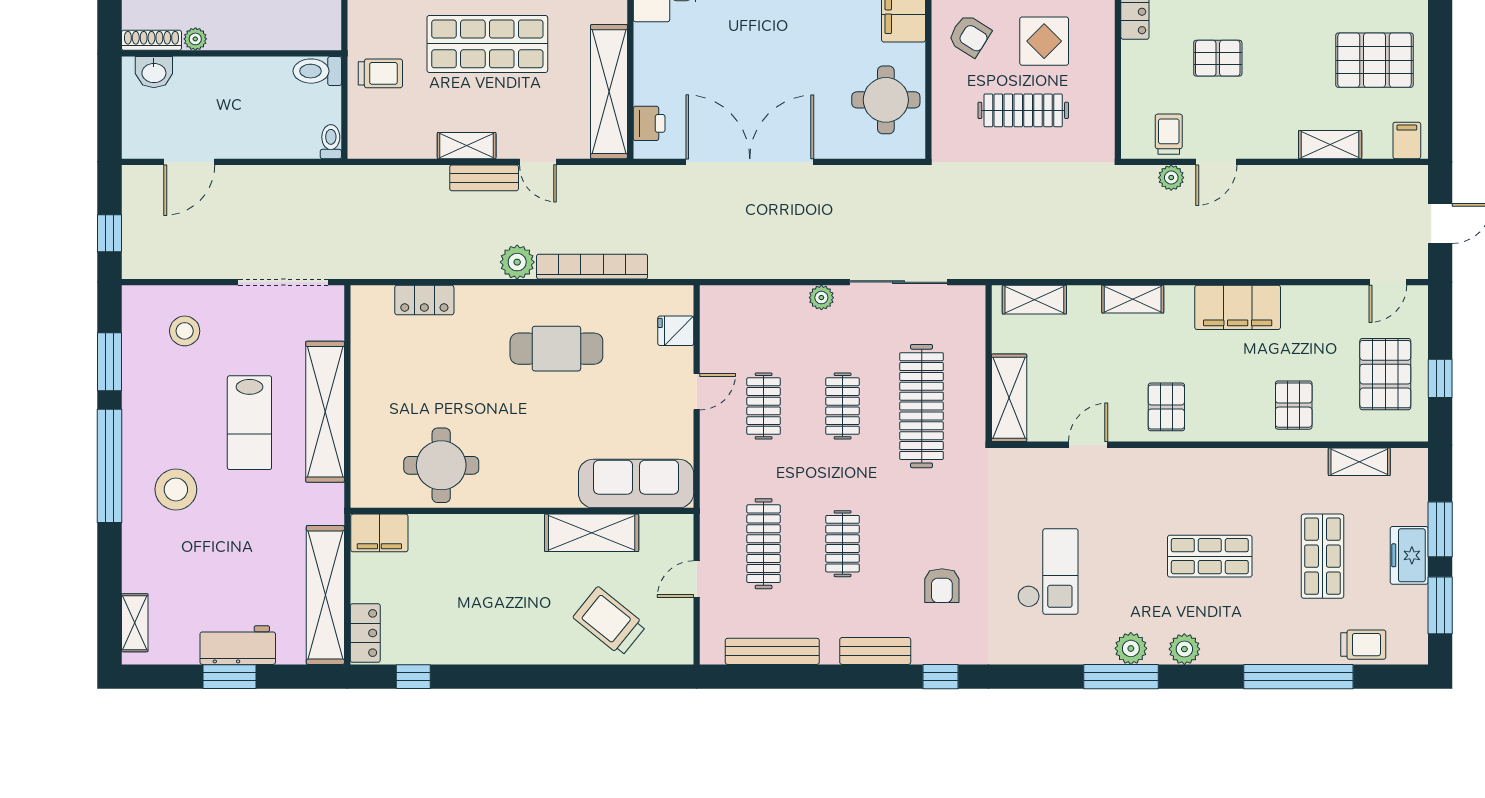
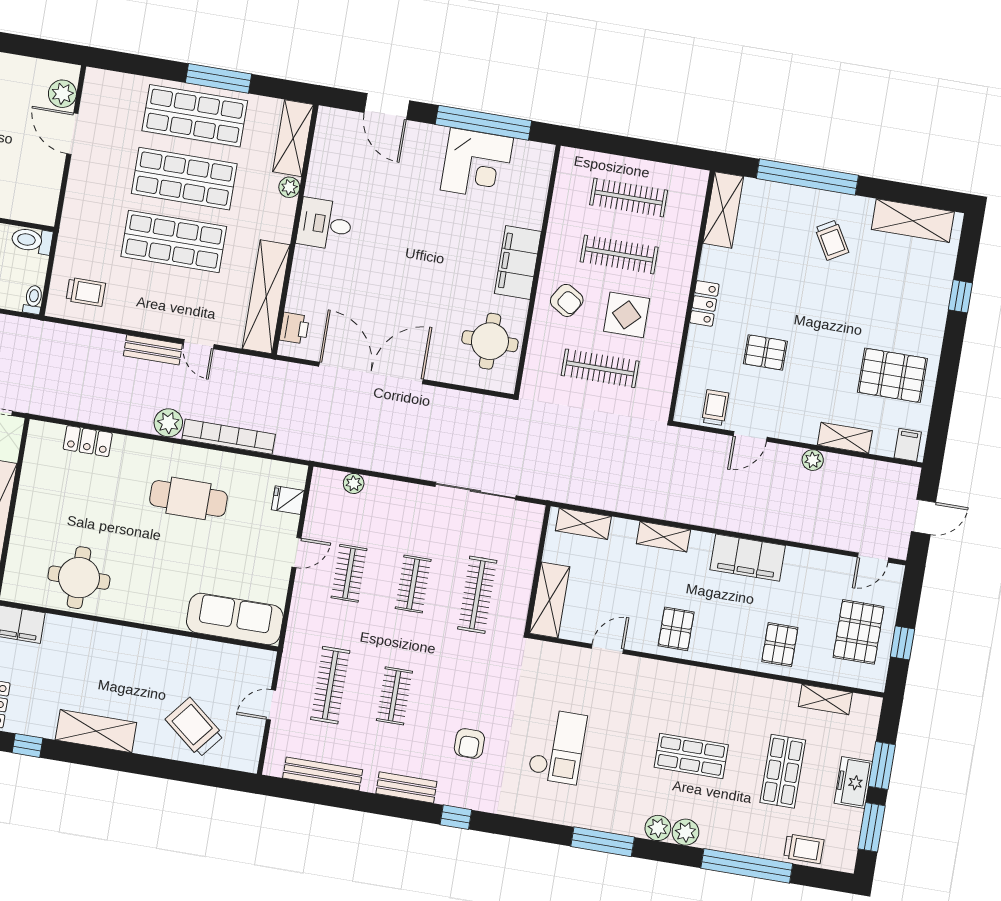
trolley: (380, 73) -> (86, 292), moved
shelving: (467, 146) -> (143, 321), removed
plant: (1171, 178) -> (813, 460), moved
plant: (821, 298) -> (354, 483), moved
clothes rail: (922, 406) -> (477, 595), width x0.73, depth x0.76
shelving: (592, 533) -> (96, 731), moved
plant: (1131, 648) -> (686, 832), moved

